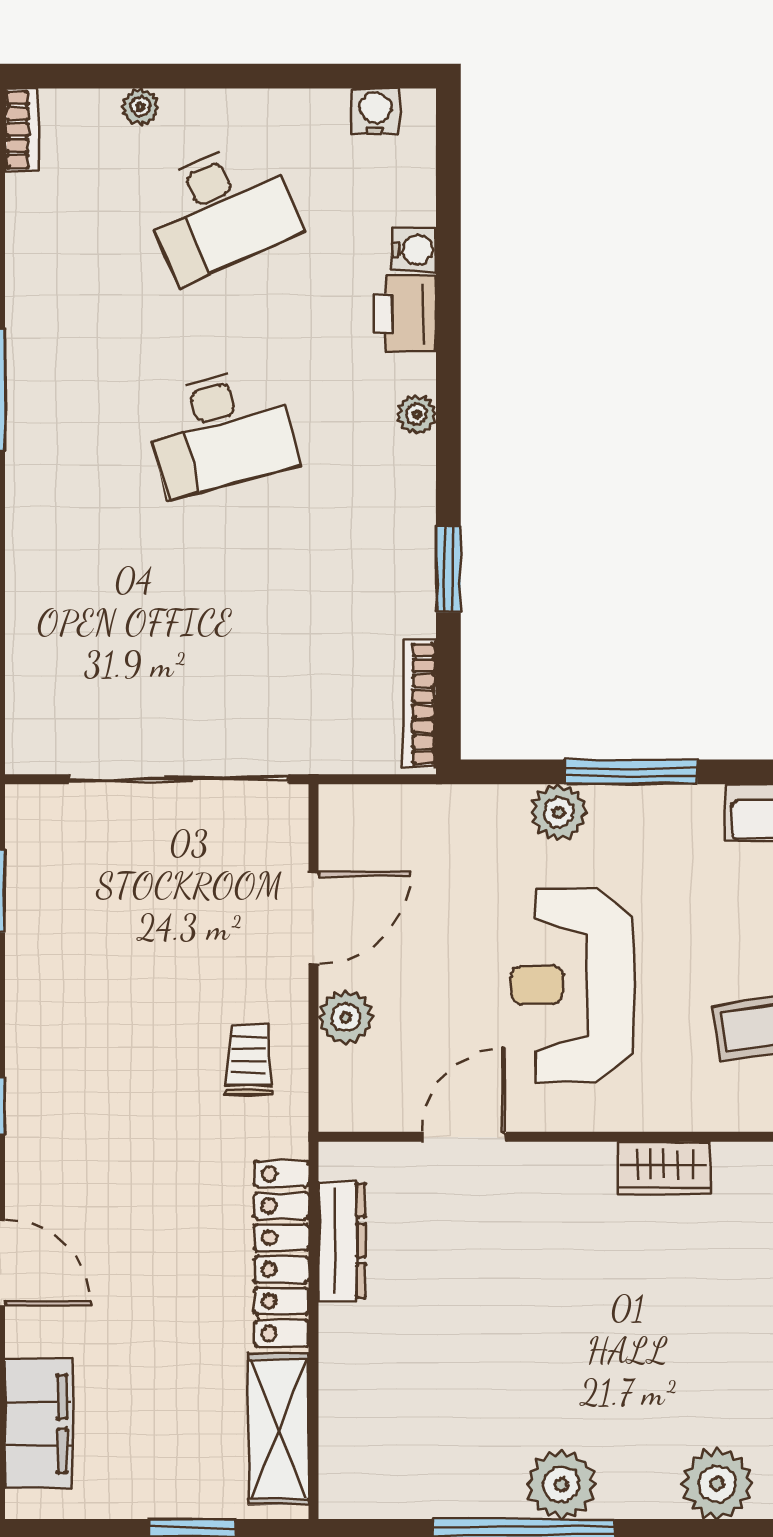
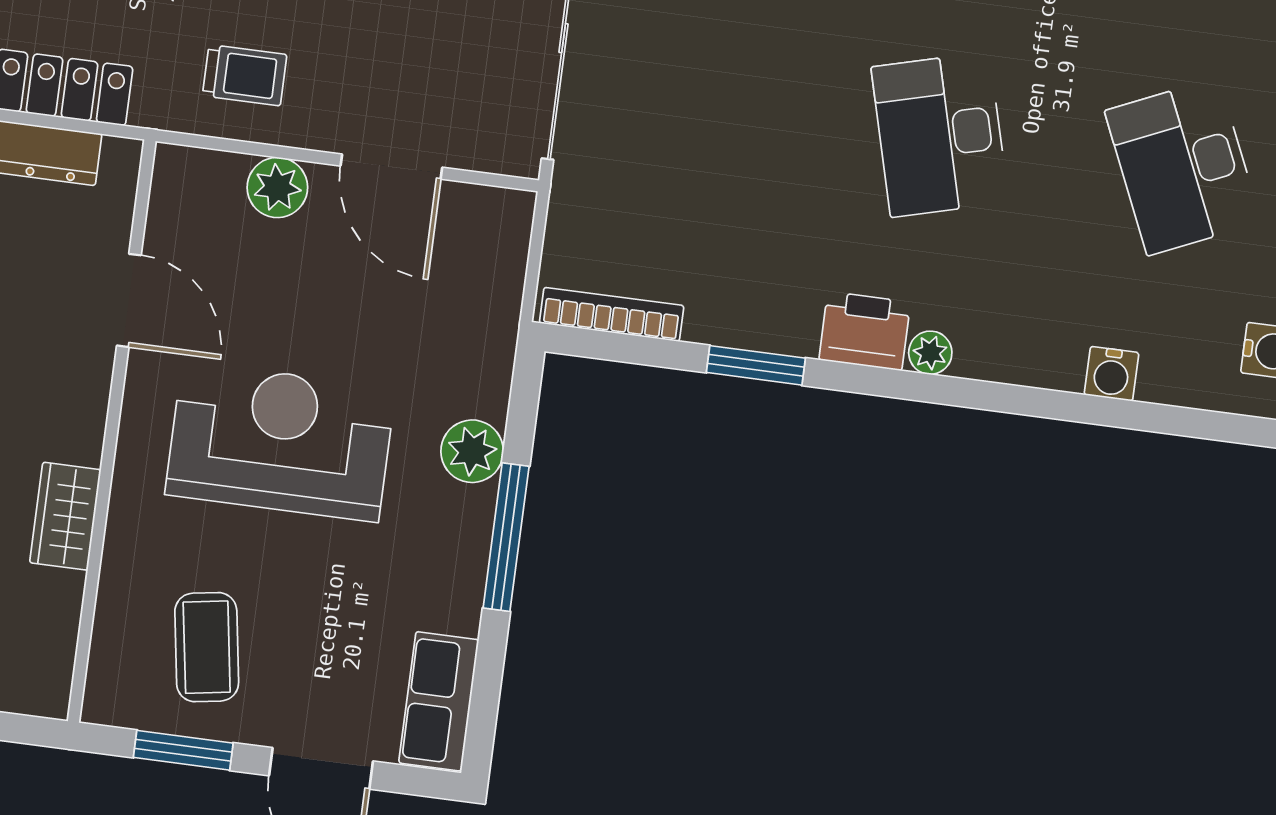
printer: (405, 314) -> (865, 331), moved

